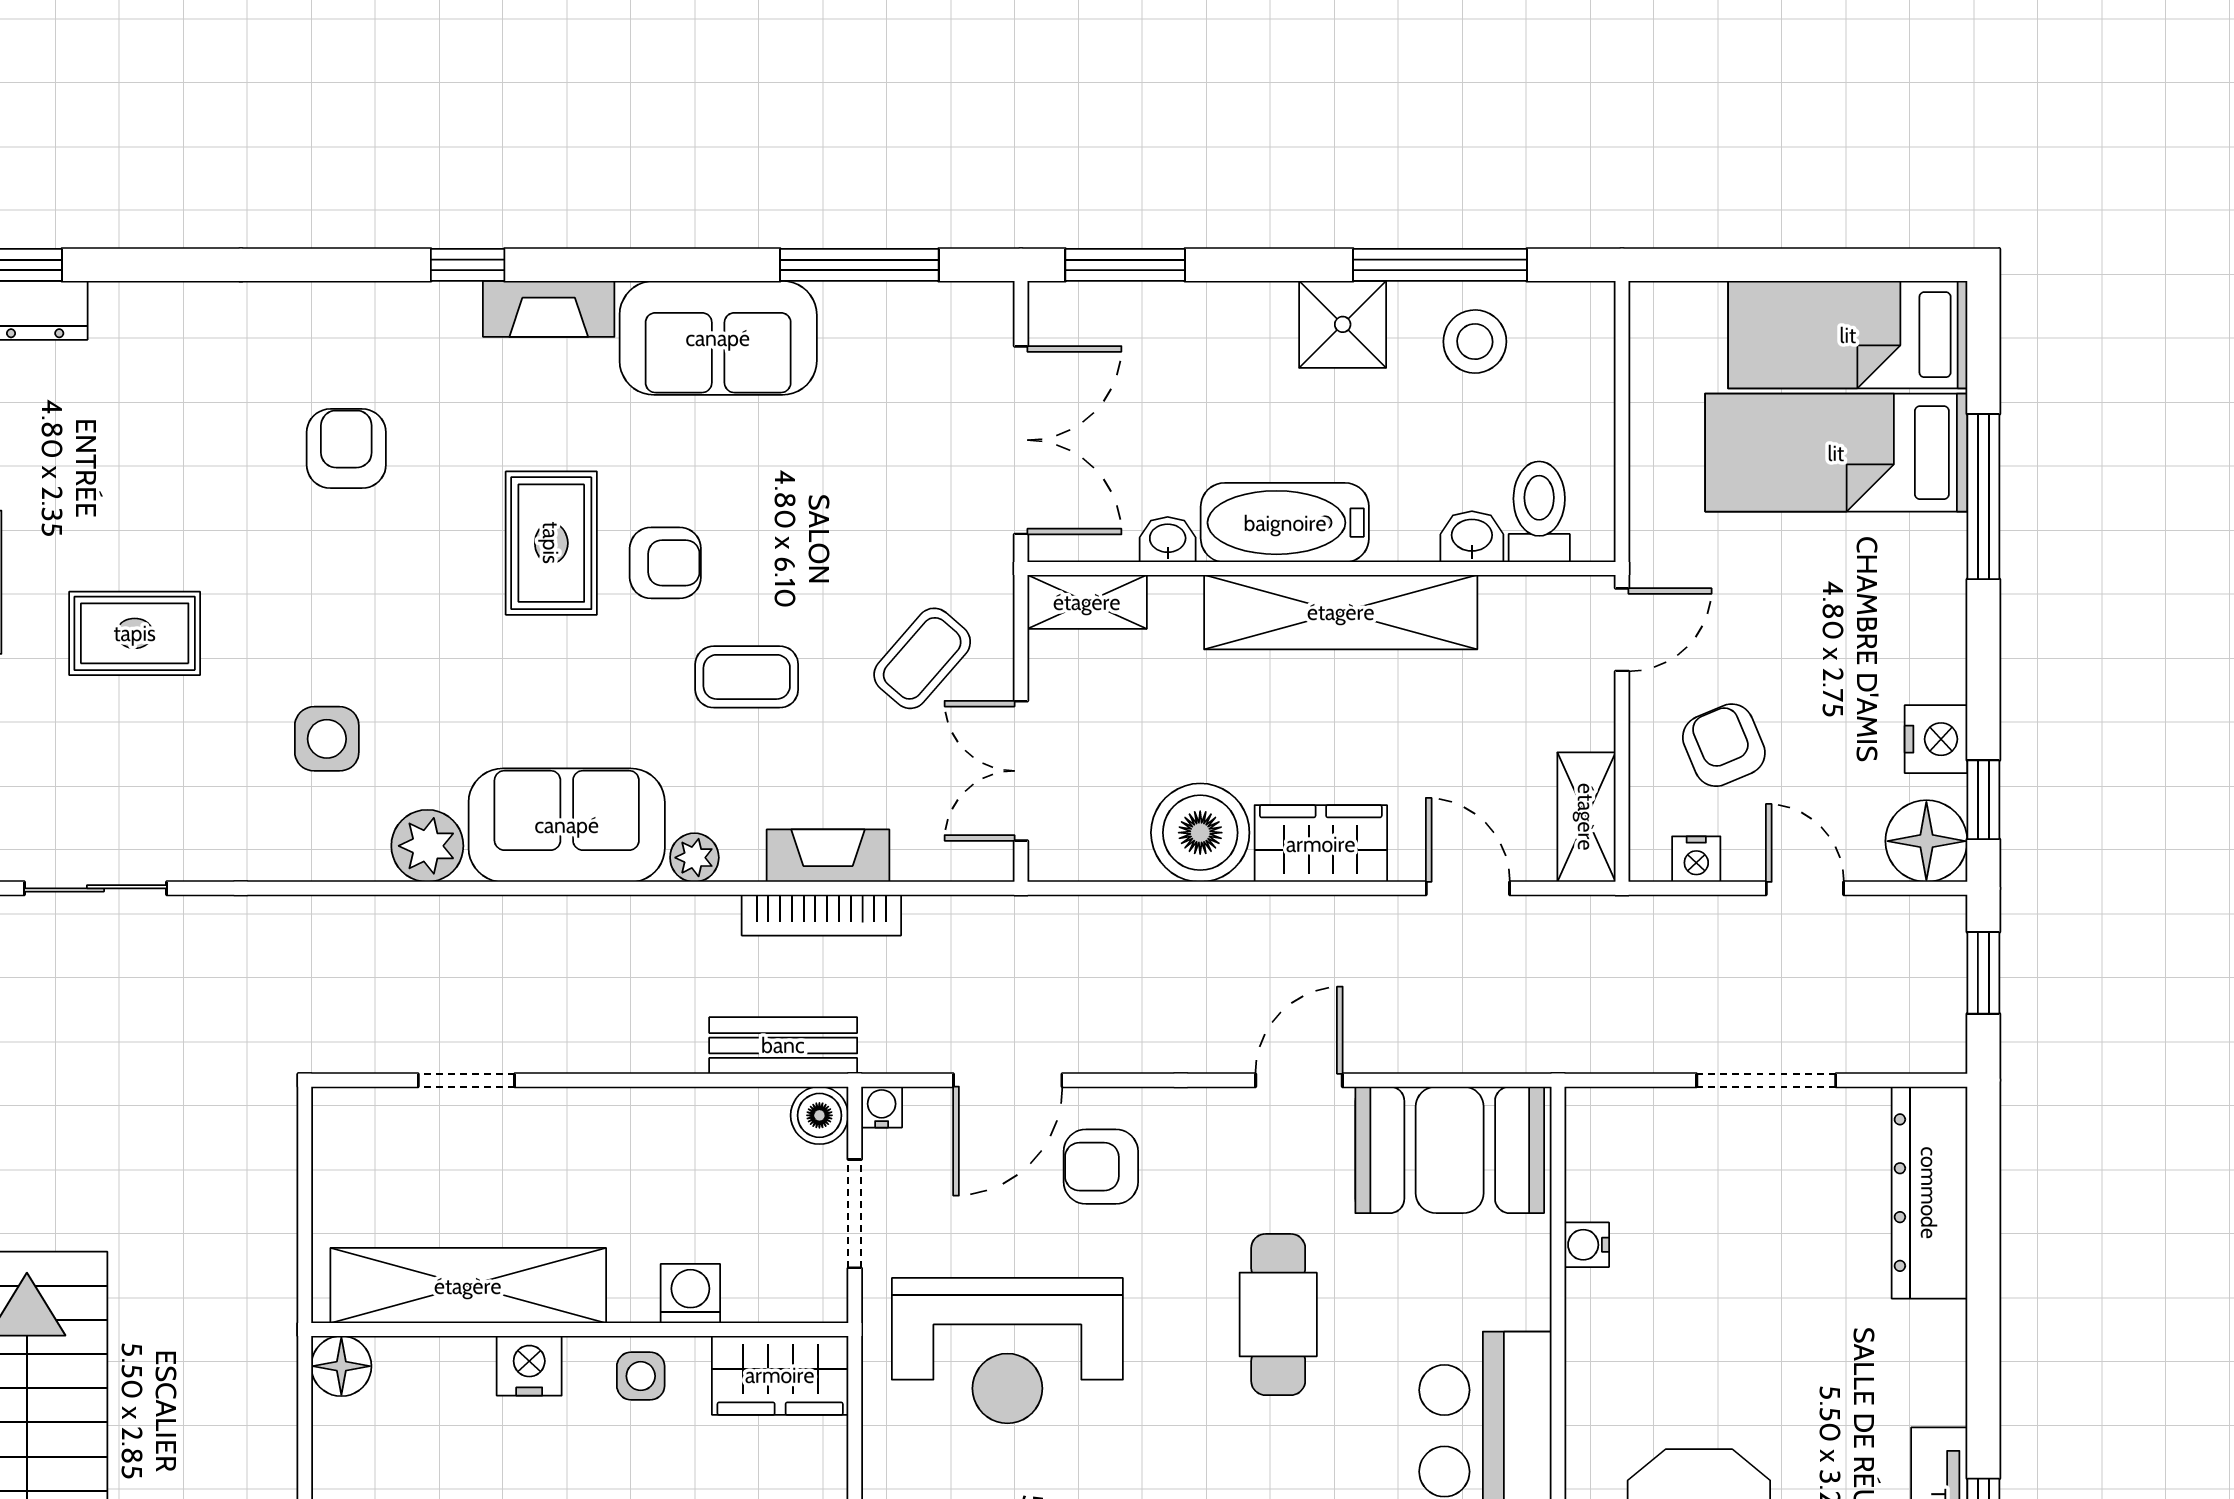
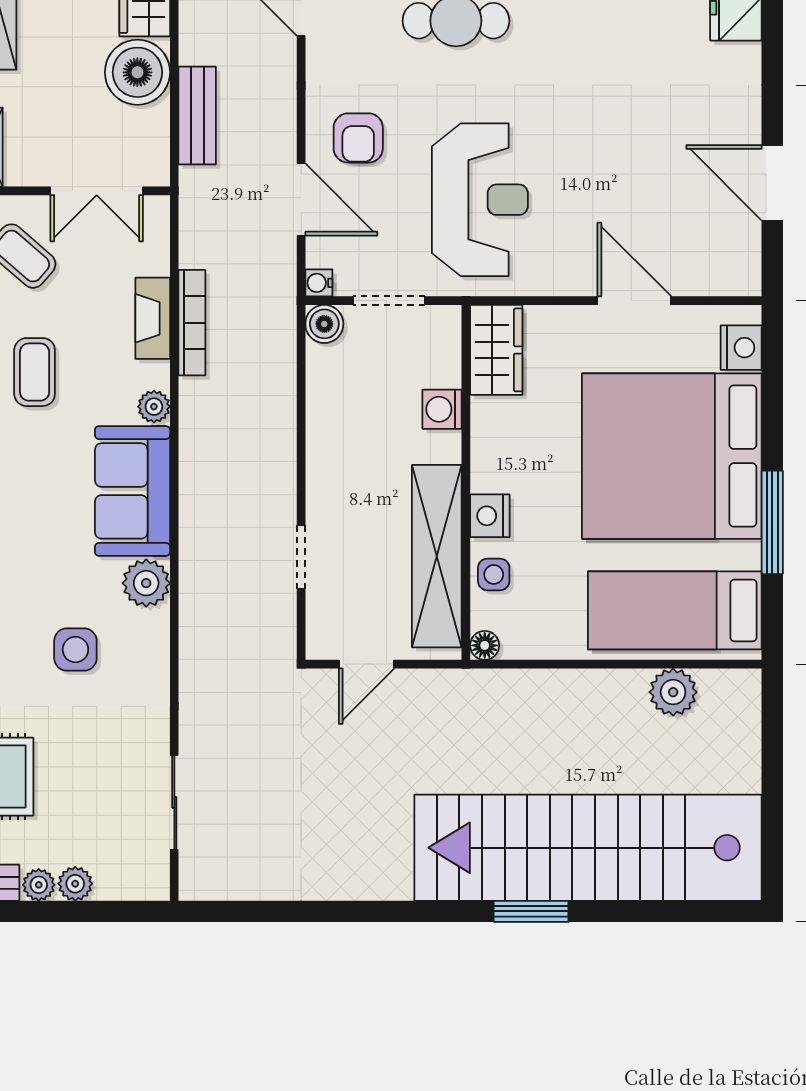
bench: (783, 1045) -> (197, 116), moved
door: (305, 1179) -> (367, 664), added
floor lamp: (341, 1366) -> (485, 645), width x0.73, depth x0.73
side table: (641, 1376) -> (494, 574), moved

